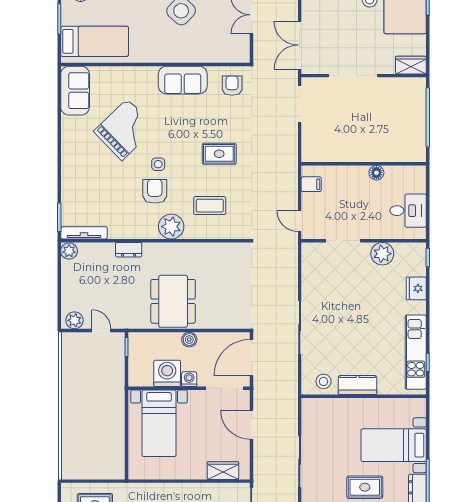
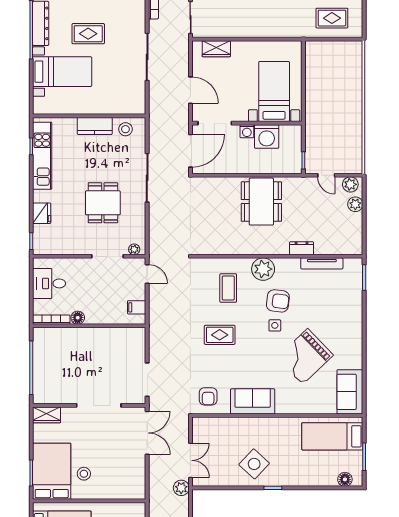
bookcase: (406, 171) -> (51, 320), added
armchair: (155, 191) -> (278, 301), turned -83
coffee table: (210, 206) -> (228, 288), turned 90
tv unit: (84, 233) -> (322, 263), moved
plant: (69, 251) -> (355, 204), moved
plant: (382, 254) -> (134, 249), moved, width x0.53, depth x0.53
dining table: (349, 300) -> (103, 203), added
boiler: (189, 340) -> (247, 167), removed

